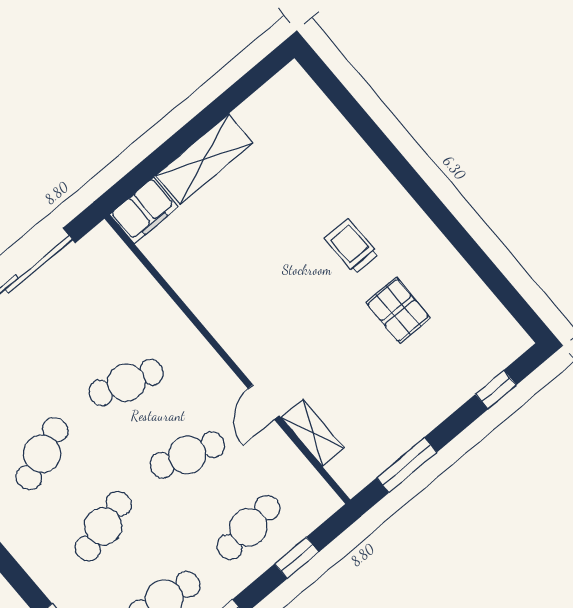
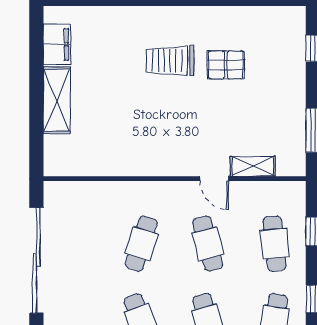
filing cabinet: (144, 211) -> (57, 44), moved
trolley: (351, 246) -> (170, 61), width x1.36, depth x1.39
cafe table: (187, 455) -> (208, 244), turned -33

